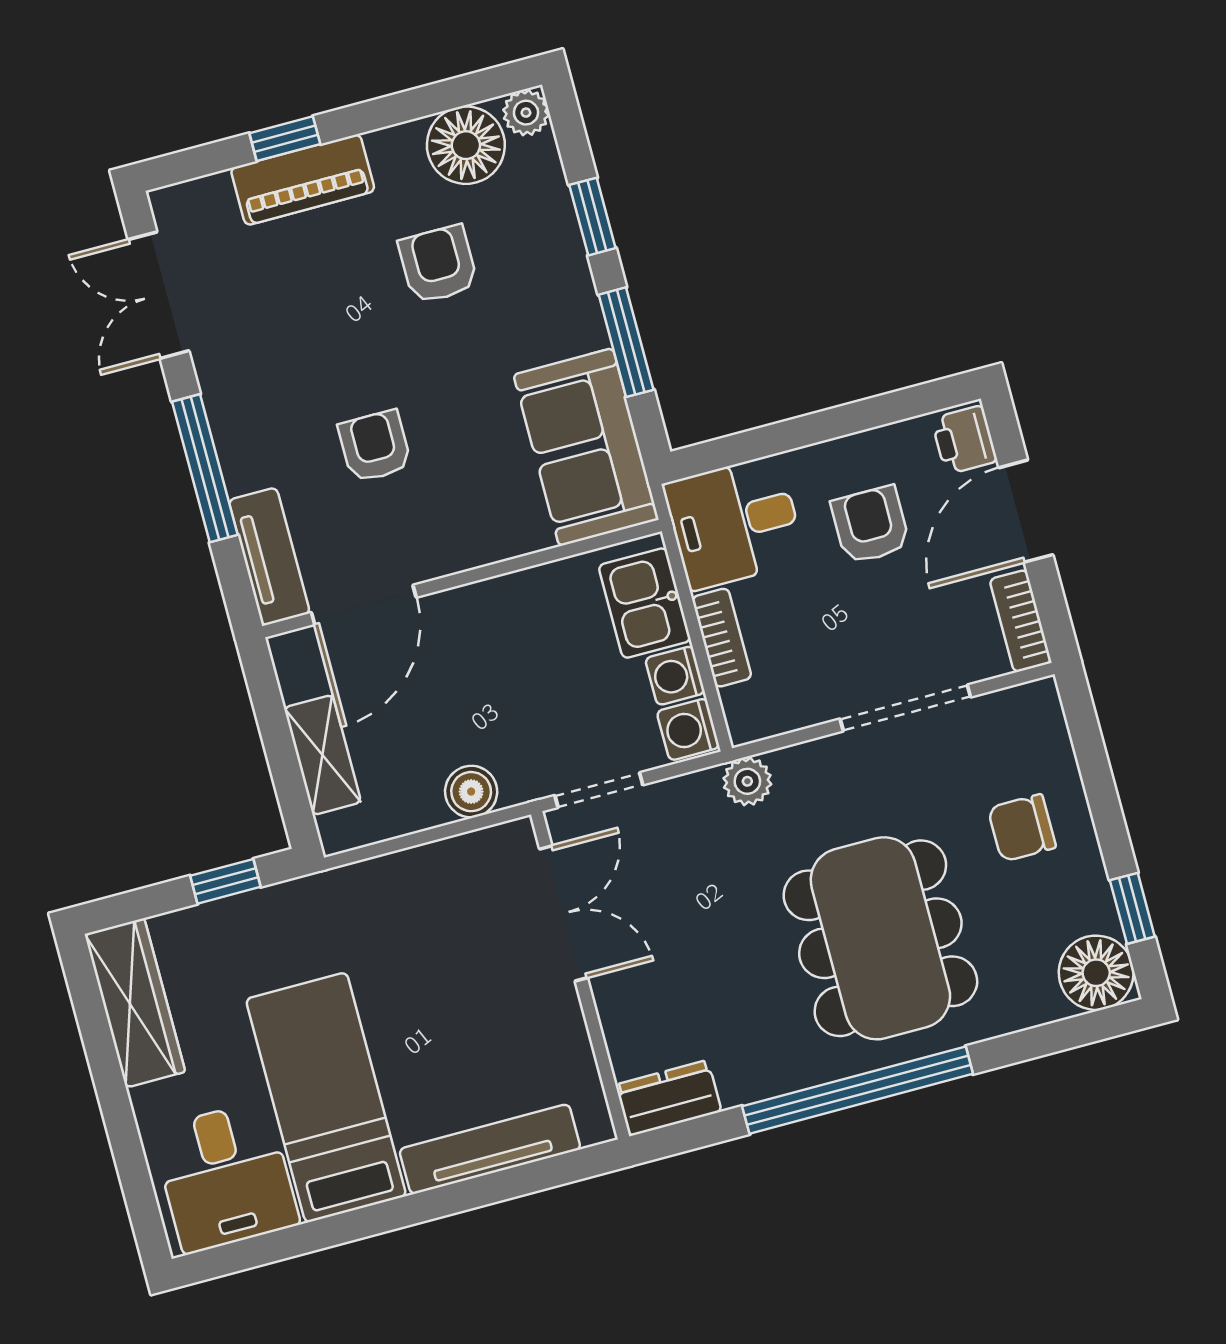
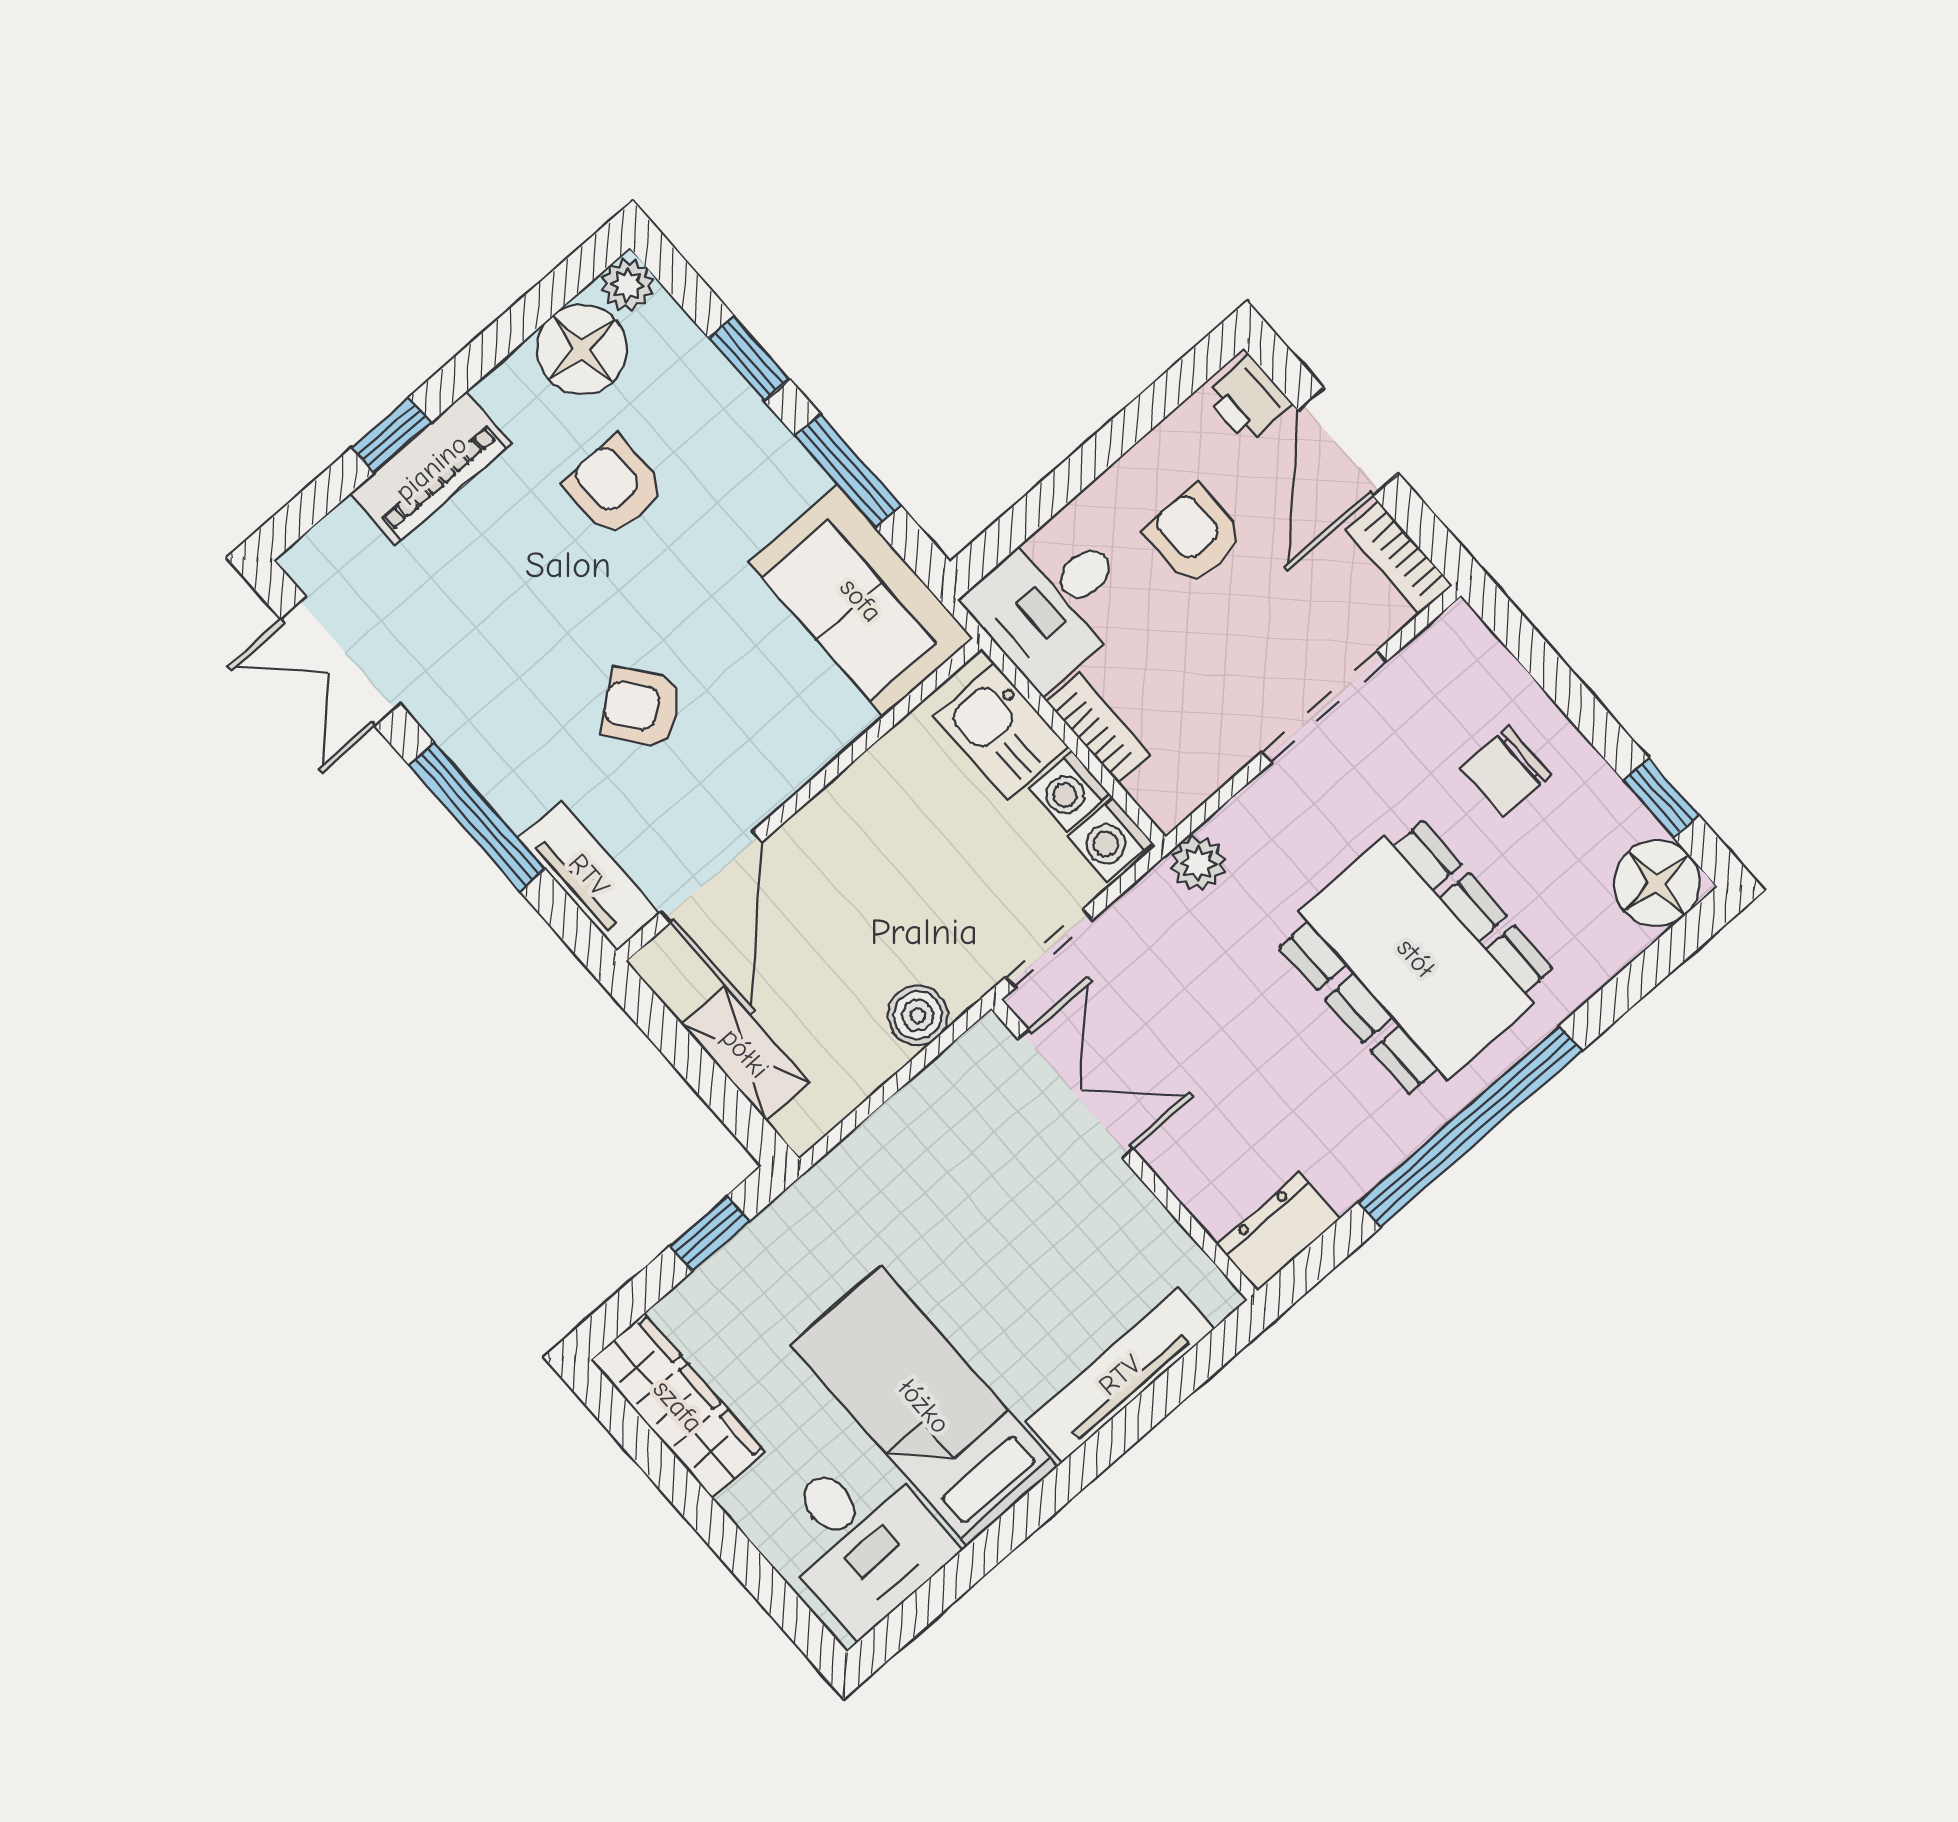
armchair: (375, 446) -> (642, 707), turned -38

